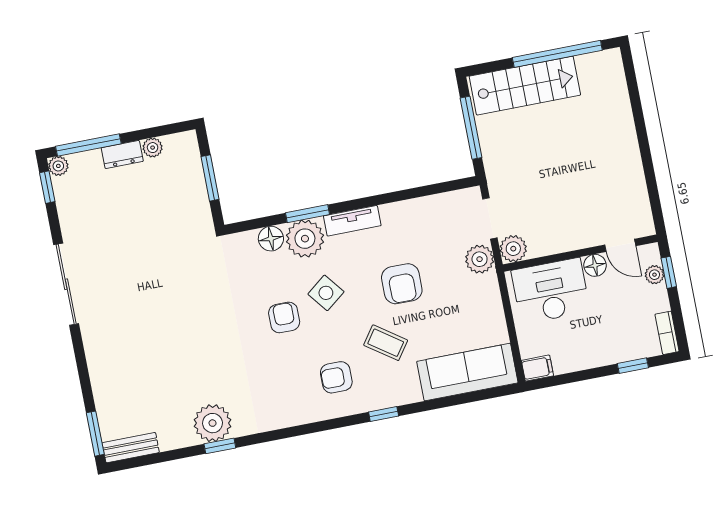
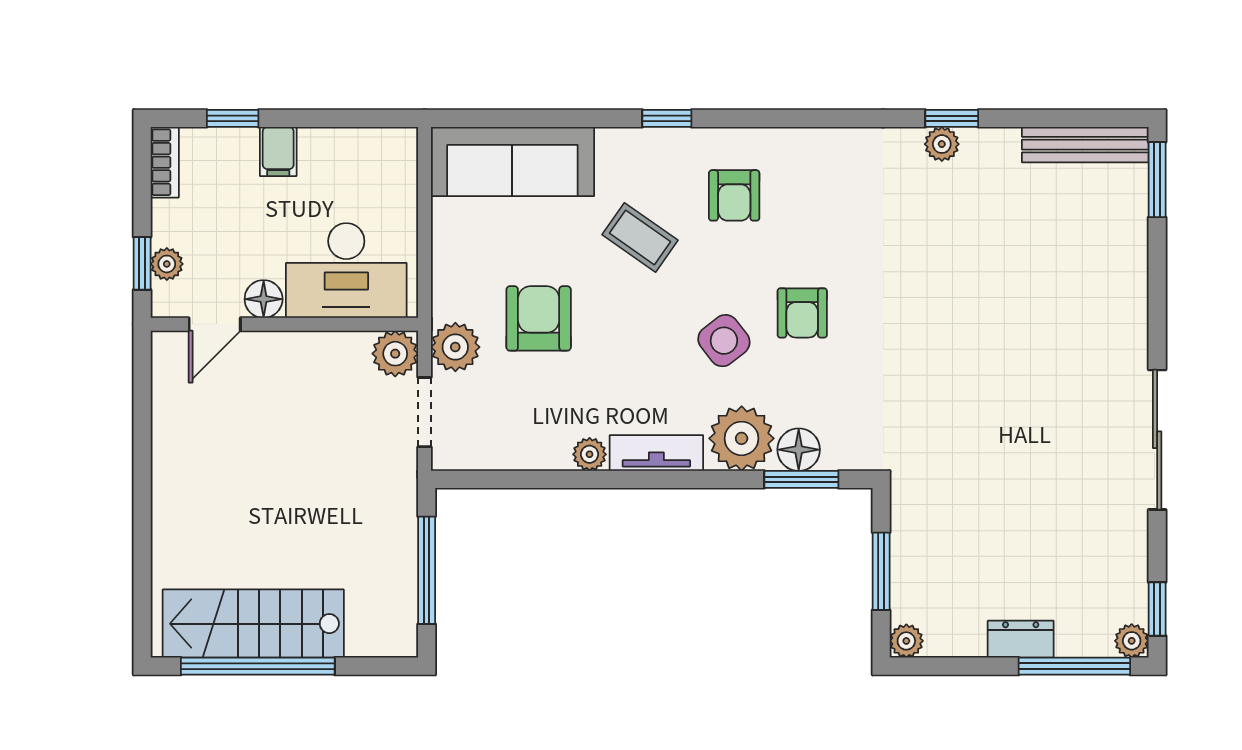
stairs: (525, 86) -> (253, 624), moved
plant: (153, 148) -> (906, 641), moved
plant: (390, 213) -> (590, 454), added
window: (308, 214) -> (801, 479), moved
door: (620, 245) -> (215, 324), swing flipped
armchair: (402, 284) -> (539, 318), moved
filing cabinet: (537, 368) -> (278, 151), moved, turned -90
armchair: (336, 377) -> (734, 195), turned 90
plant: (213, 423) -> (942, 144), width x0.53, depth x0.53
bench: (131, 448) -> (1085, 145), width x1.36

